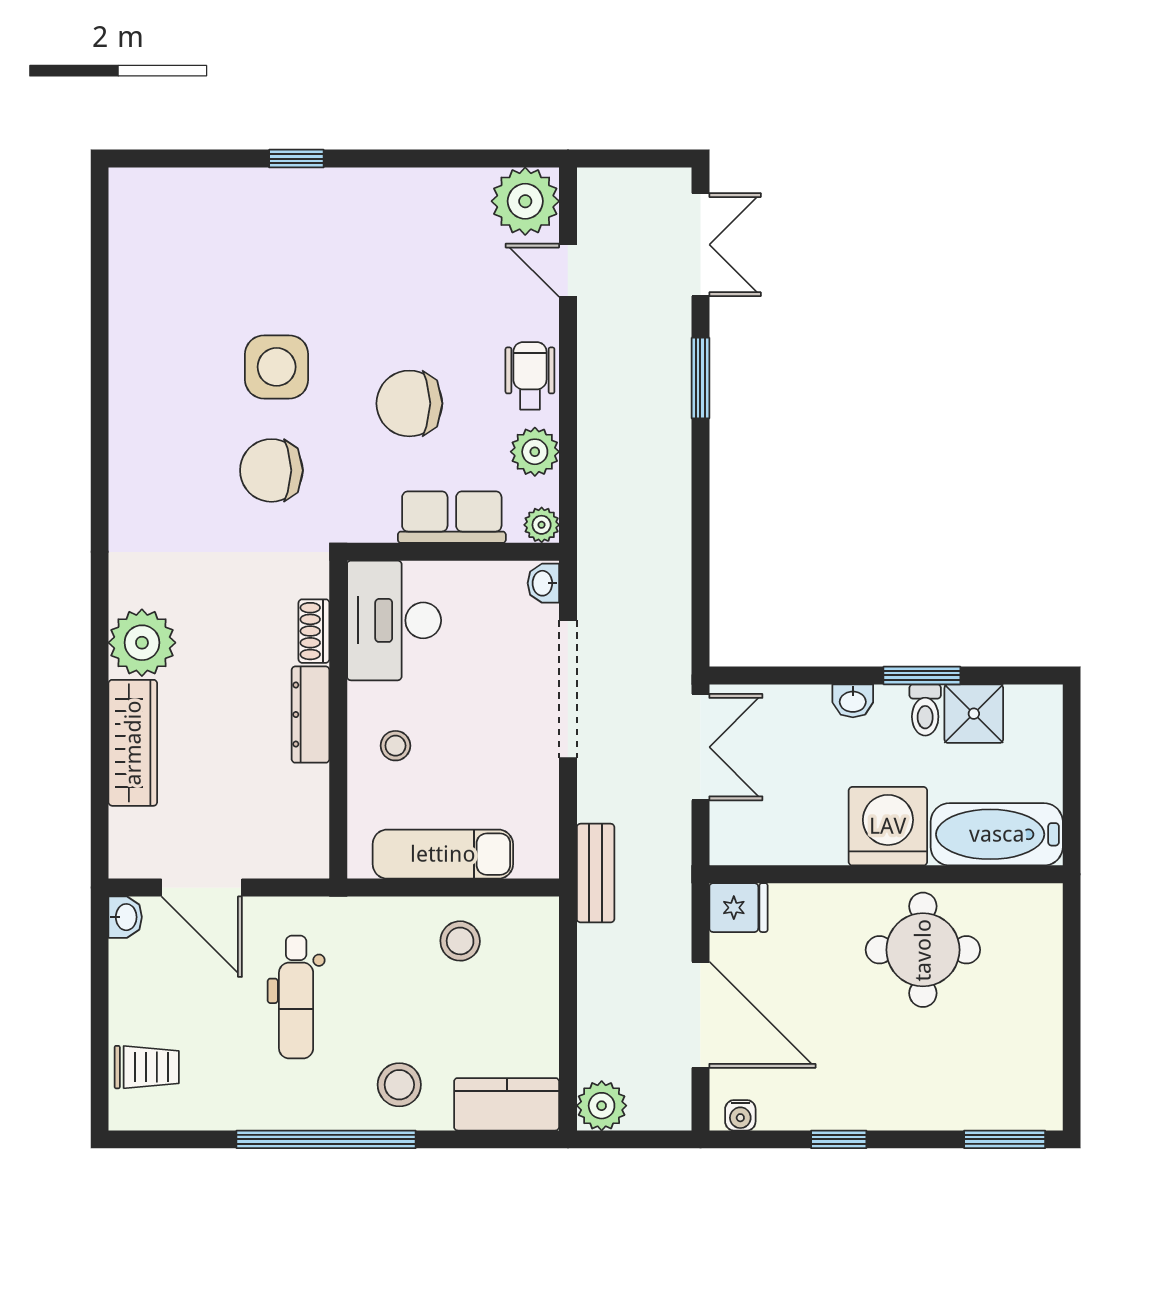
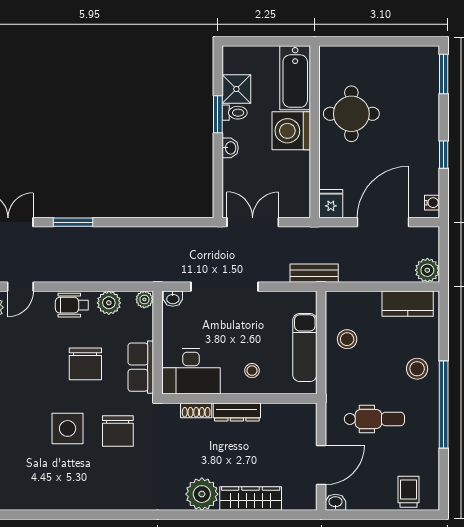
row of seats: (452, 517) -> (141, 367), moved
kitchen counter: (507, 1104) -> (408, 304), moved, turned -90

